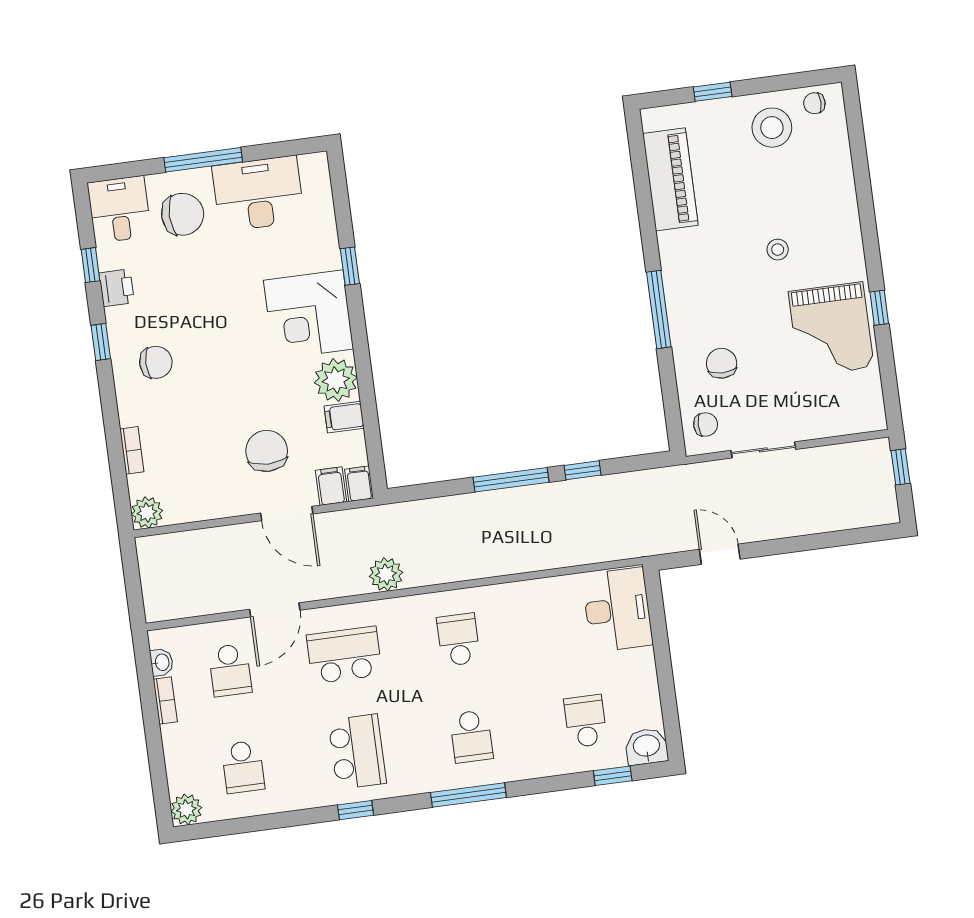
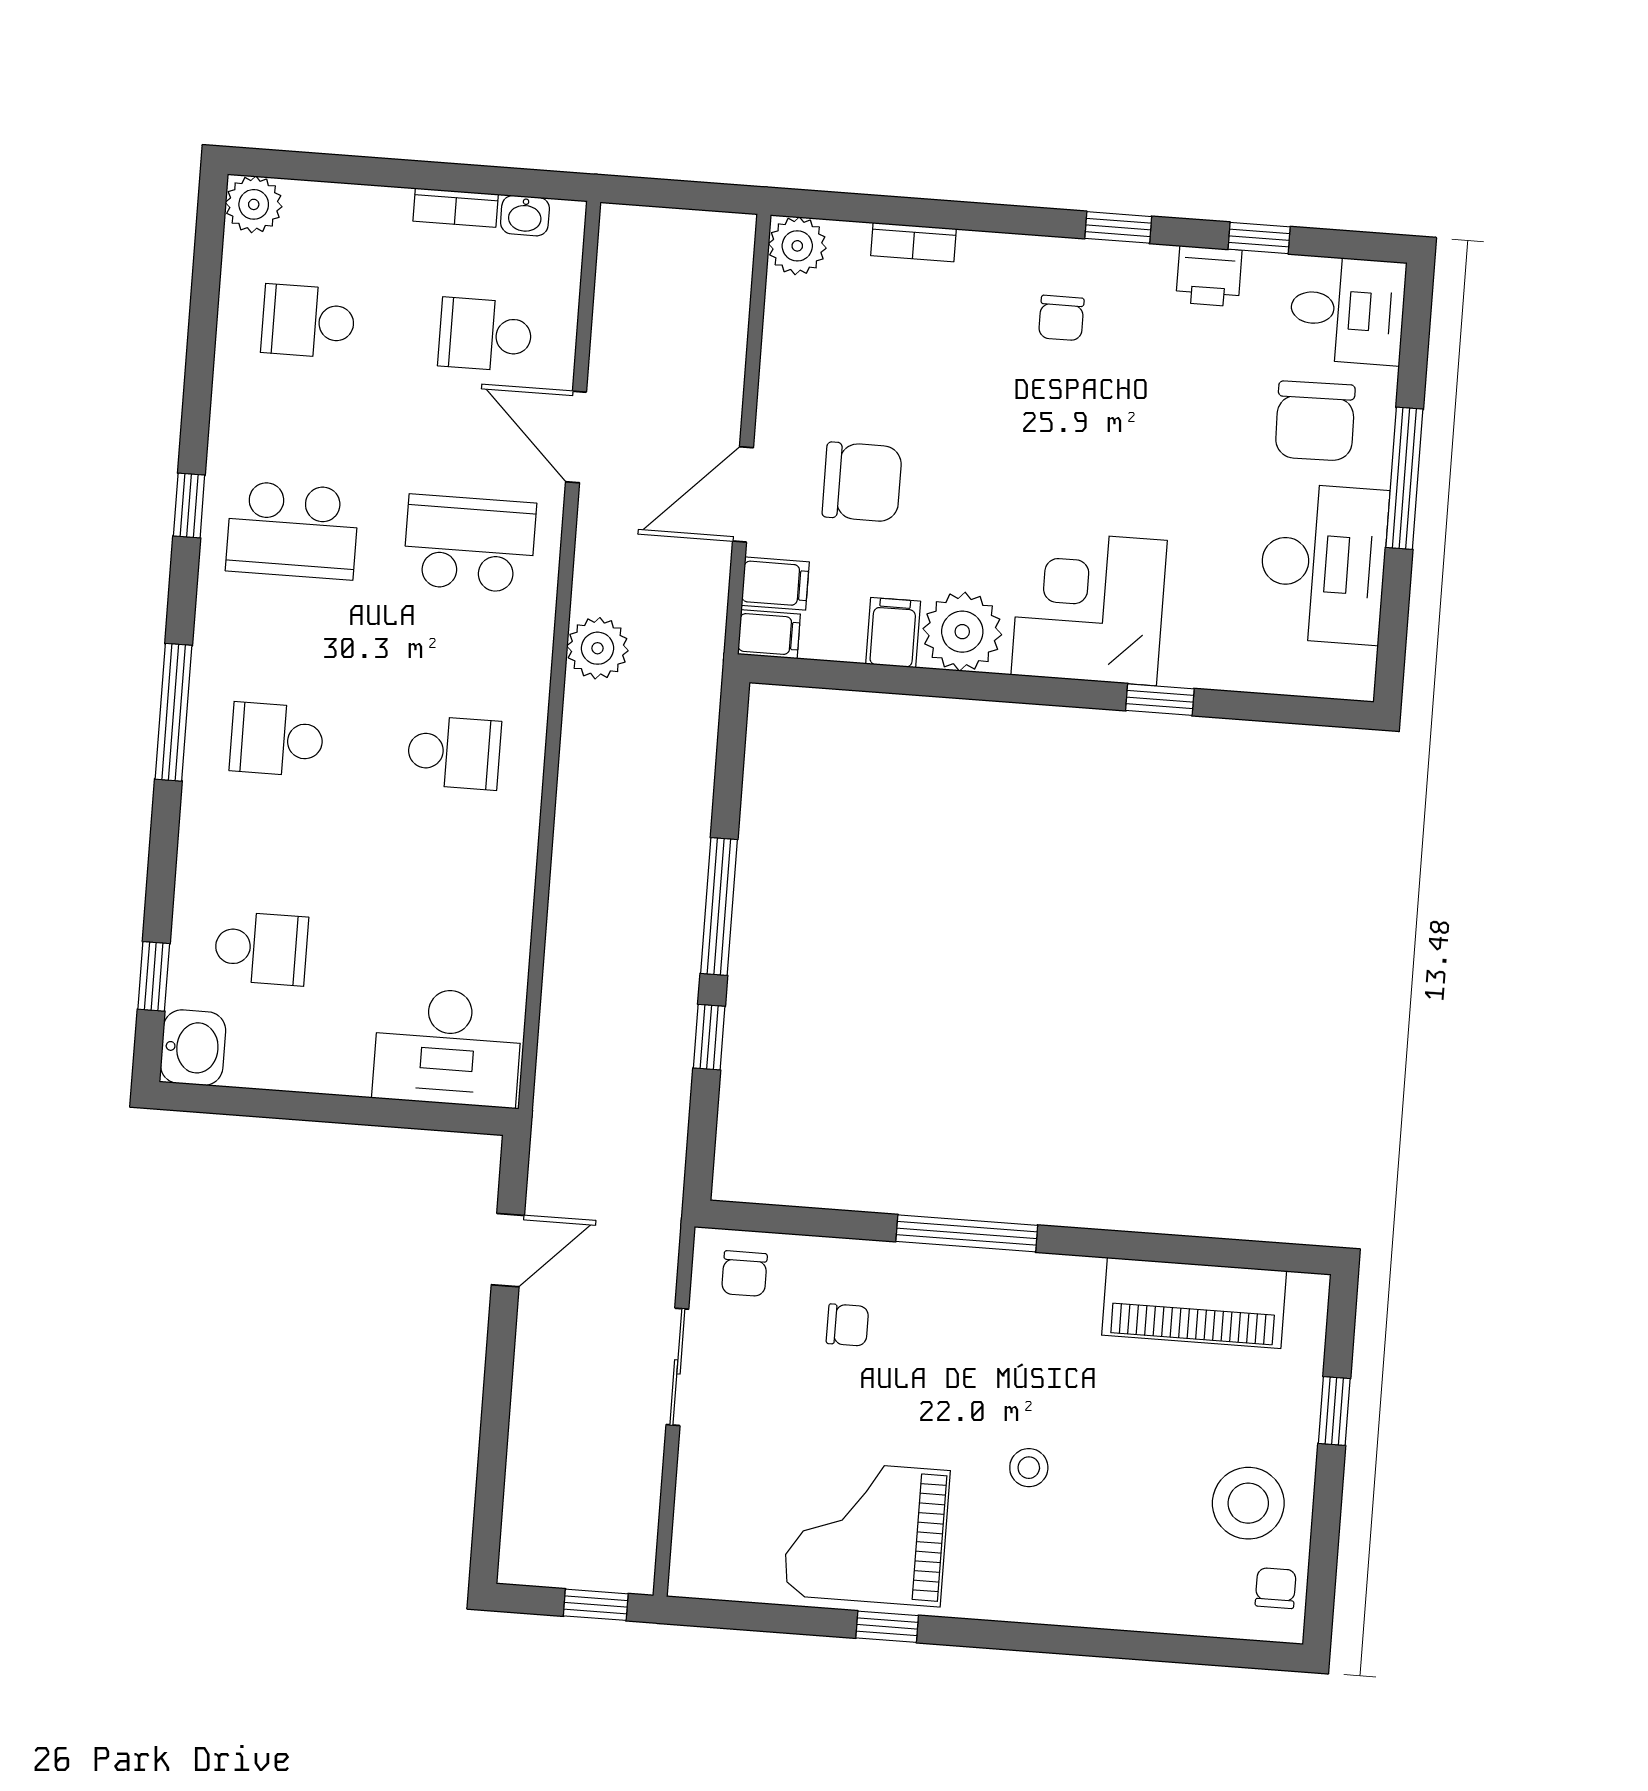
chair: (156, 362) -> (1061, 318), width x0.73, depth x0.73
chair: (722, 363) -> (847, 1325), width x0.73, depth x0.73
school desk: (344, 655) -> (470, 544), turned -90

